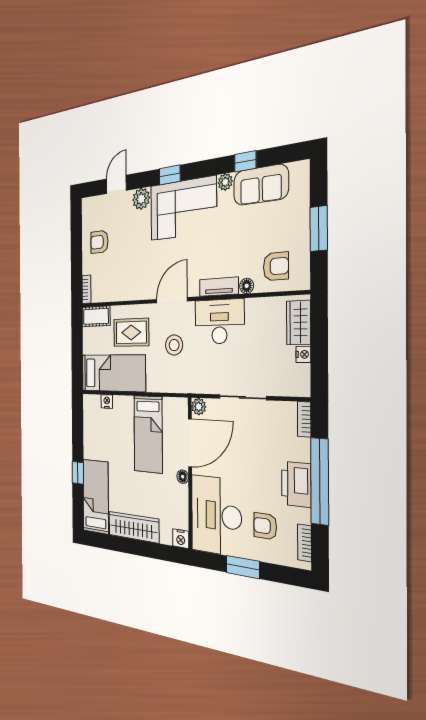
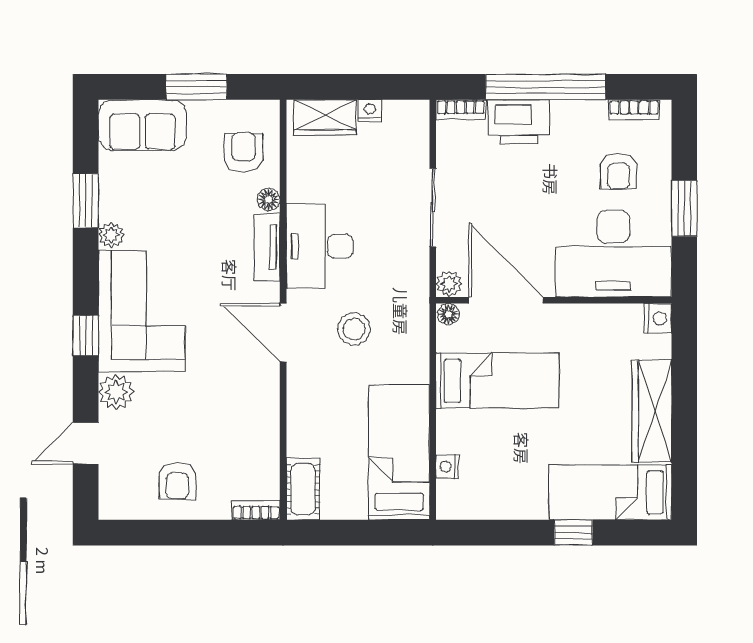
window: (245, 161) -> (86, 201), width x1.50
door: (116, 185) -> (86, 443), hinge flipped
sofa: (261, 185) -> (142, 125), moved, turned 90
rug: (131, 332) -> (332, 414), removed
floor lamp: (183, 477) -> (448, 314), moved
printer: (296, 484) -> (519, 122), moved

